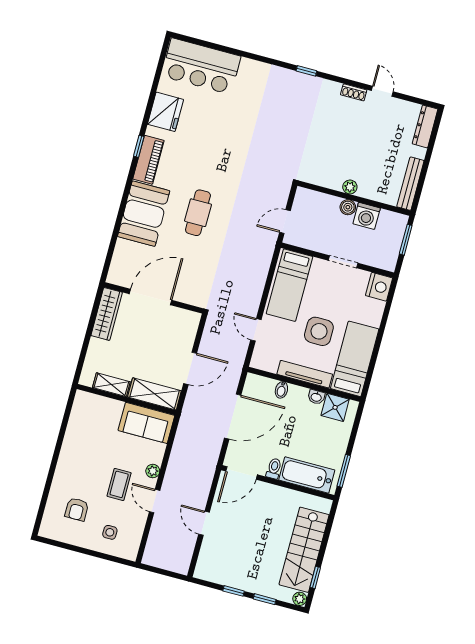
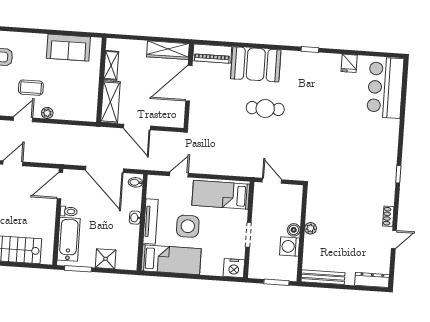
fridge: (165, 112) -> (349, 63), width x0.53, depth x0.75
piano: (148, 160) -> (212, 54), moved
door: (151, 297) -> (189, 83), swing flipped
bidet: (281, 390) -> (136, 182), moved
washbasin: (316, 397) -> (135, 218), moved
shower: (335, 407) -> (106, 259), moved
sofa: (146, 423) -> (68, 48), moved, turned -90
door: (242, 473) -> (60, 186), hinge flipped

